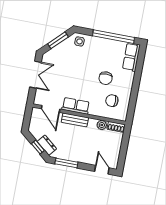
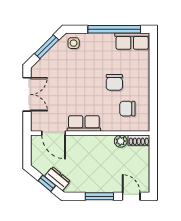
row of seats: (131, 57) -> (132, 41), moved, turned -90
bench: (75, 120) -> (86, 141), removed
window: (66, 163) -> (99, 196), moved

